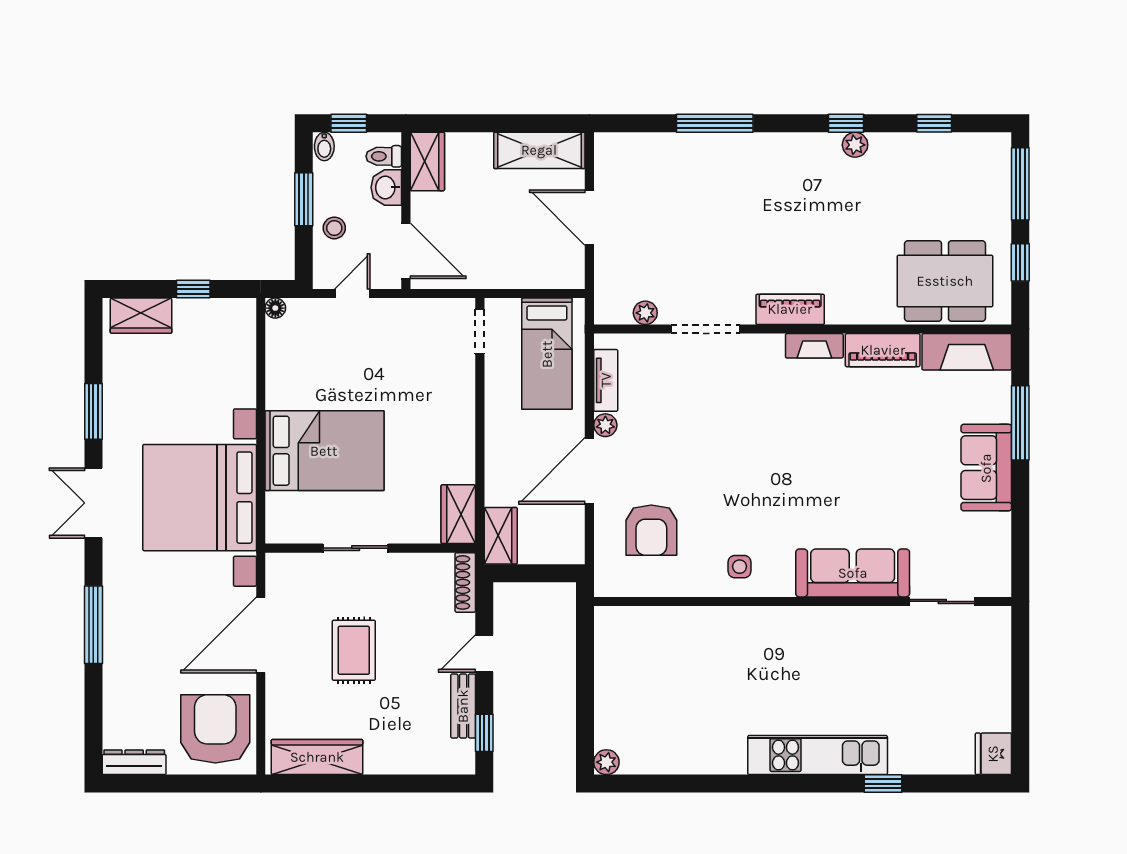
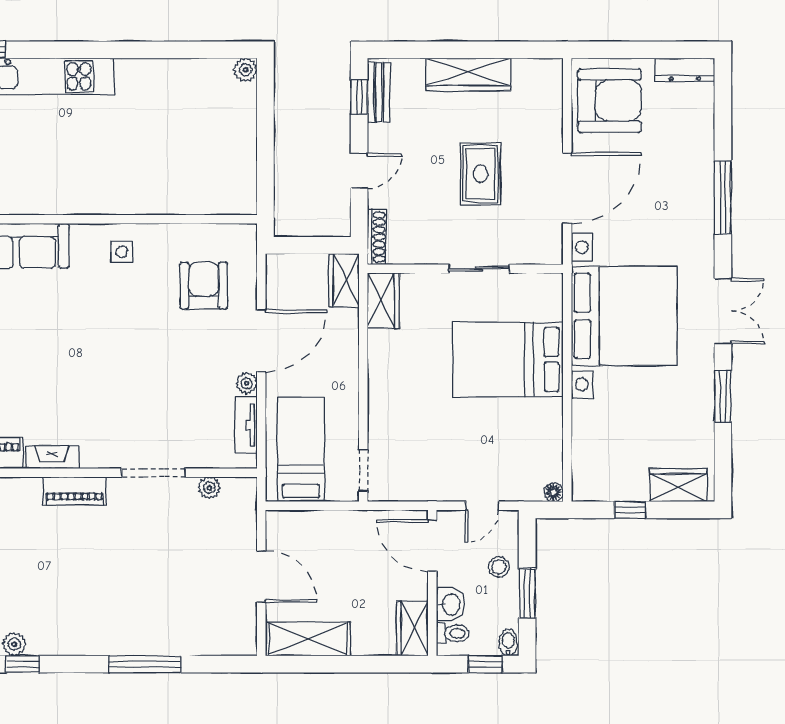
bench: (463, 706) -> (379, 92), moved
armchair: (215, 729) -> (610, 101), turned -90
wardrobe: (317, 757) -> (468, 74), moved

